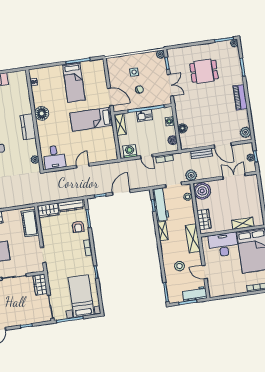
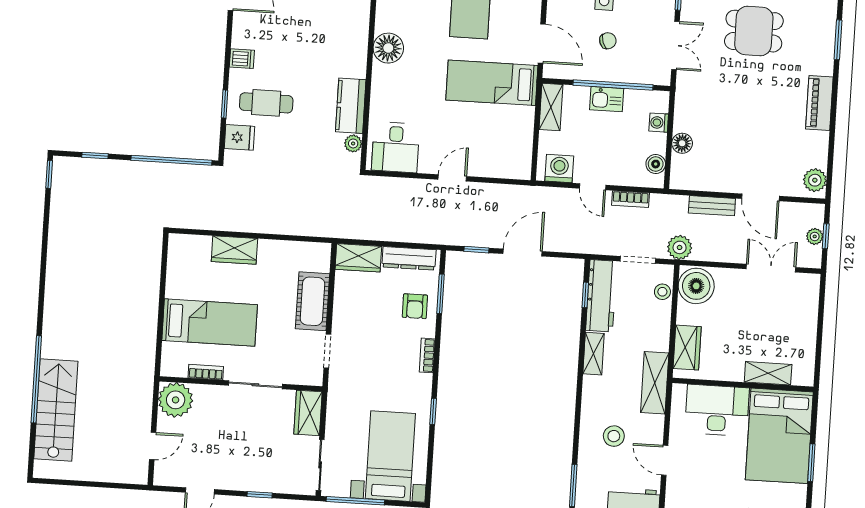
kitchen counter: (28, 127) -> (351, 106), moved
cot: (30, 223) -> (313, 301), moved

